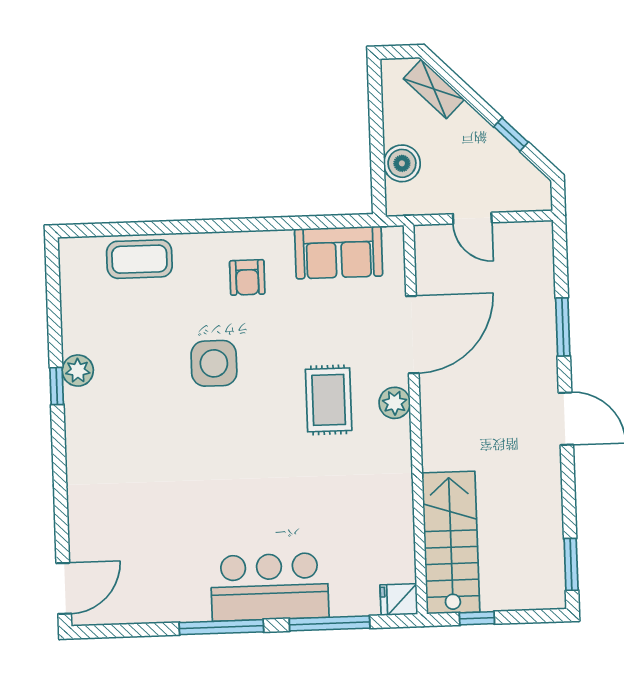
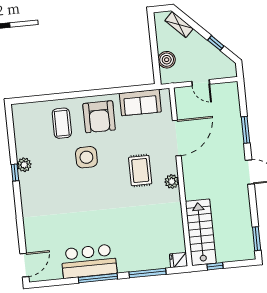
coffee table: (139, 259) -> (62, 123), moved, turned 90
armchair: (247, 277) -> (99, 117), width x1.88, depth x1.88
plant: (395, 403) -> (172, 182), moved
bar counter: (270, 587) -> (89, 261), moved

